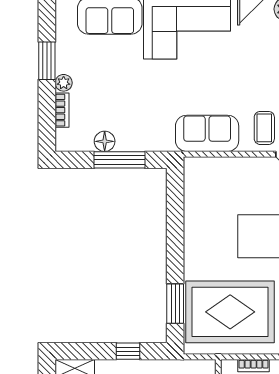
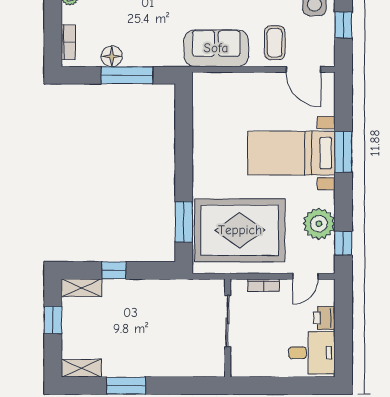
bookcase: (62, 110) -> (68, 42), moved
window: (128, 351) -> (114, 270), moved

